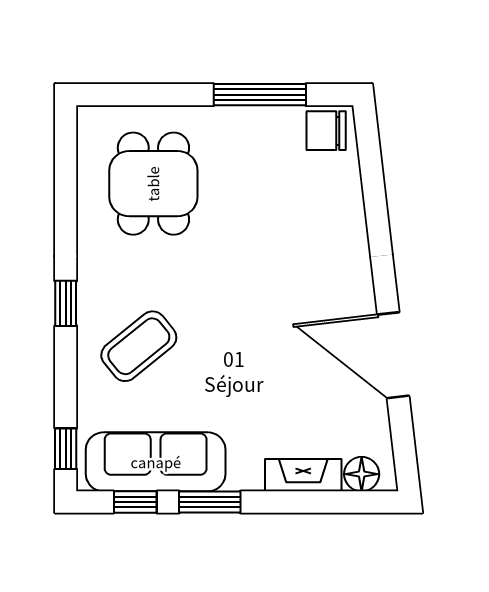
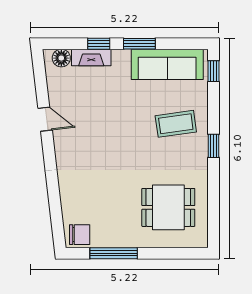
dining table: (153, 184) -> (168, 207), turned 90
coffee table: (139, 346) -> (176, 124), turned 31
door: (393, 355) -> (45, 119), width x0.53
window: (135, 502) -> (99, 44), moved

